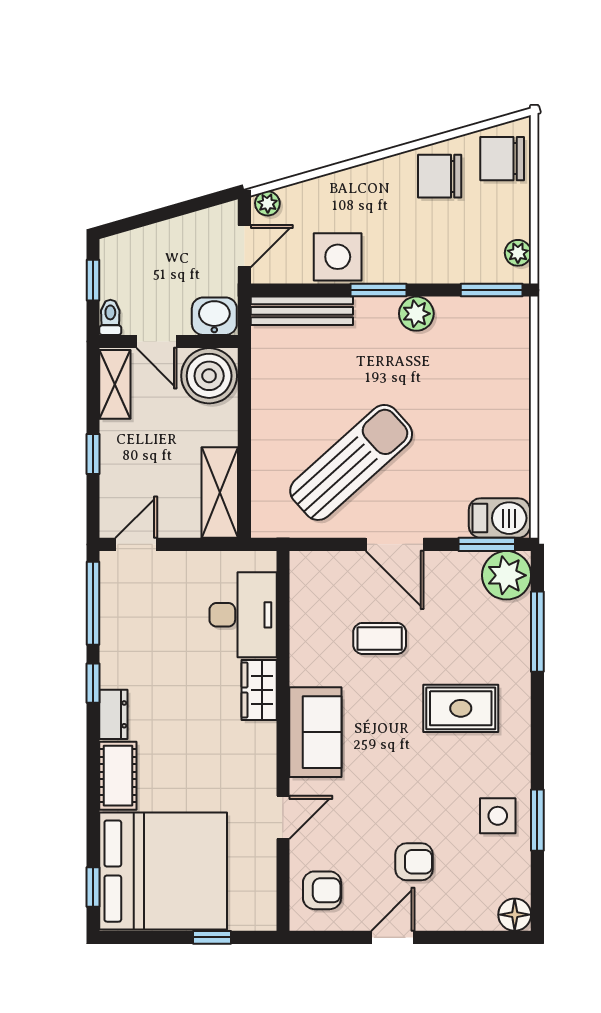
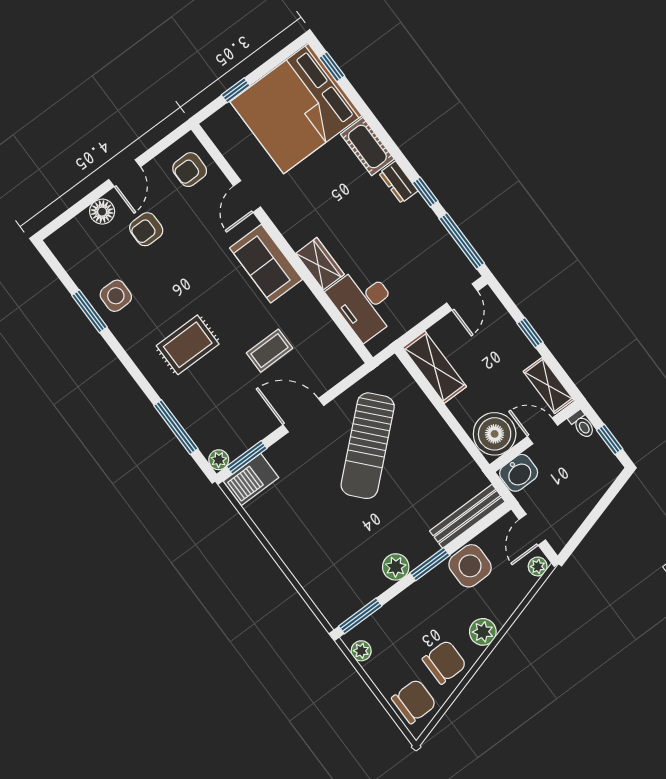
plant: (376, 178) -> (483, 632), added
plant: (507, 575) -> (219, 460), width x0.53, depth x0.53
floor lamp: (515, 915) -> (102, 212), moved

